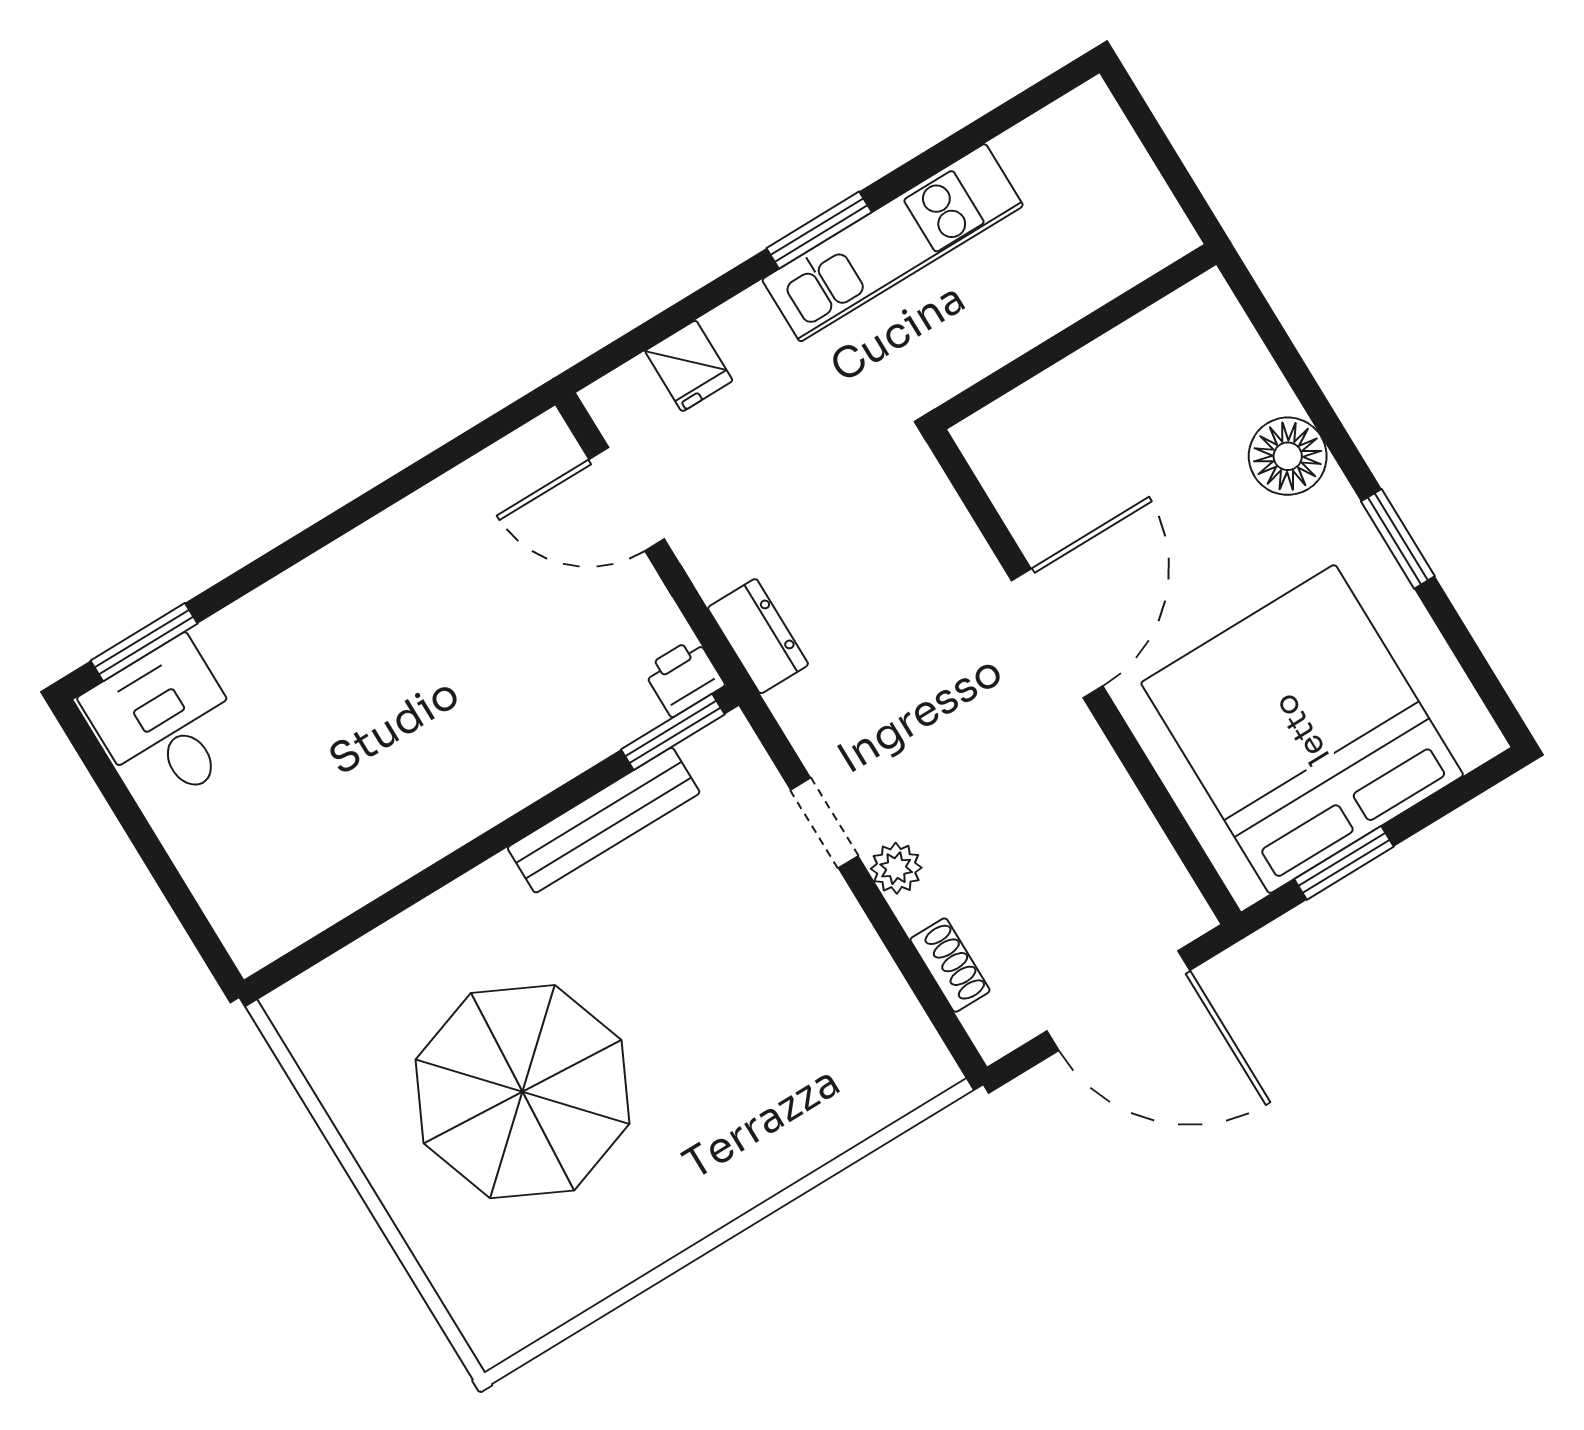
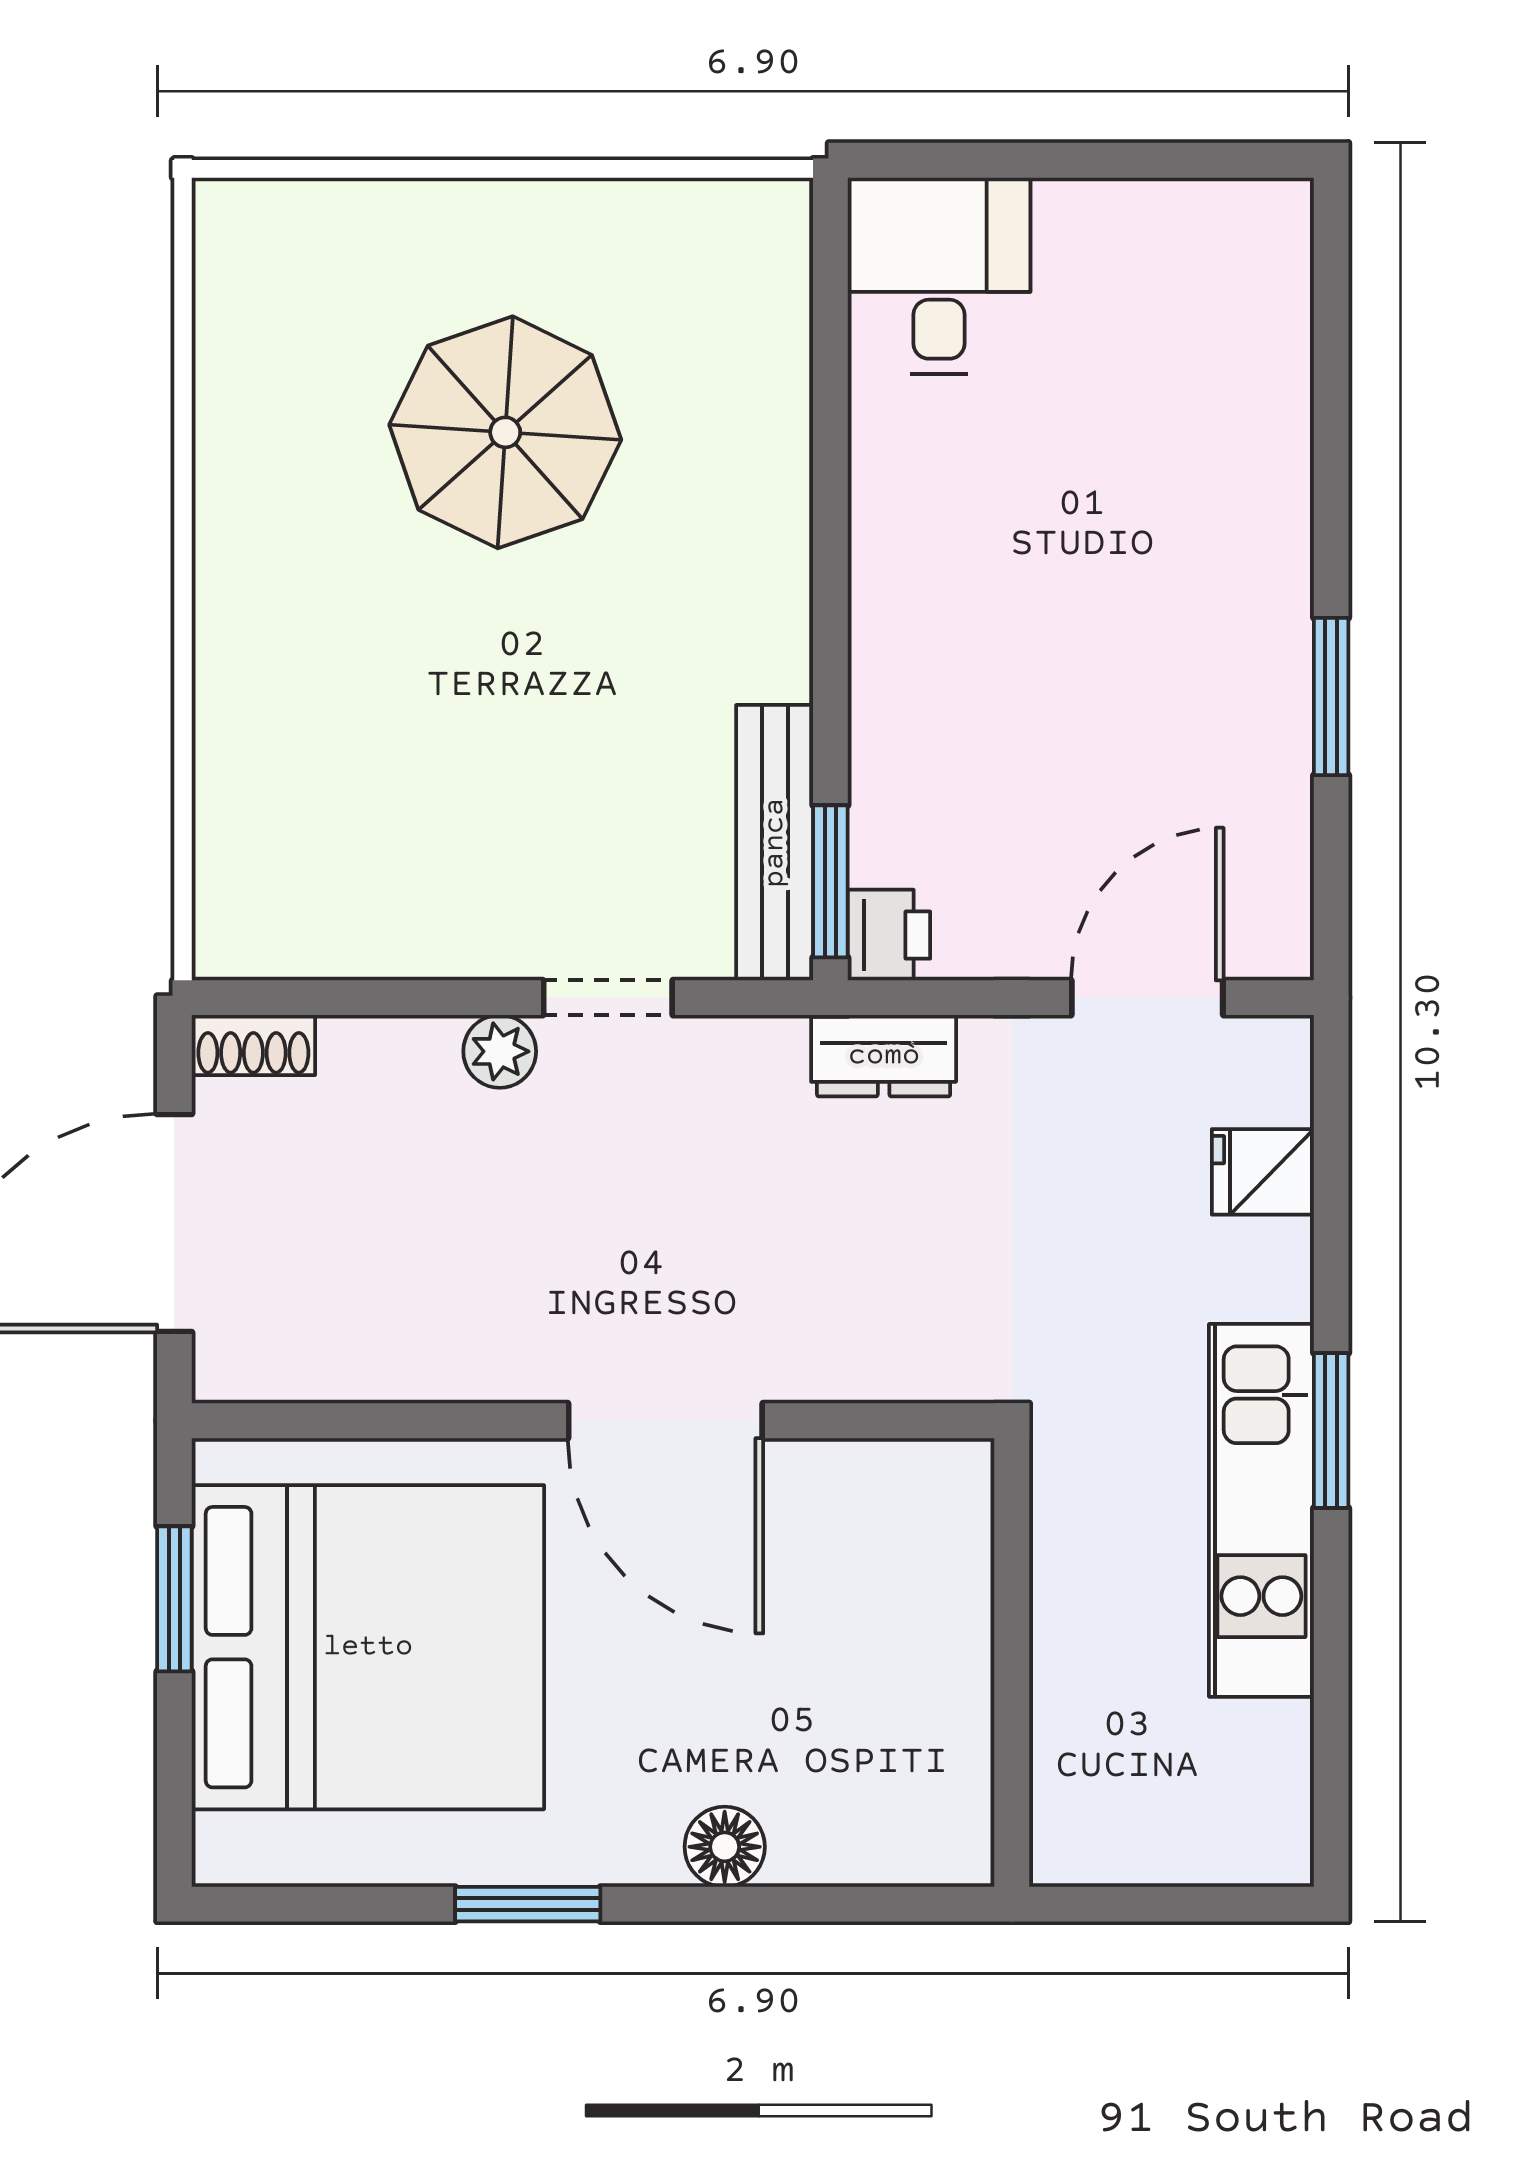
floor lamp: (1288, 456) -> (725, 1847), width x0.73, depth x0.73
window: (144, 642) -> (1331, 696), moved
desk: (167, 723) -> (939, 276), moved, turned -90
bench: (604, 820) -> (775, 843), moved
shoe rack: (950, 965) -> (253, 1045), moved
parasol: (522, 1092) -> (505, 432), width x0.73, depth x0.73

